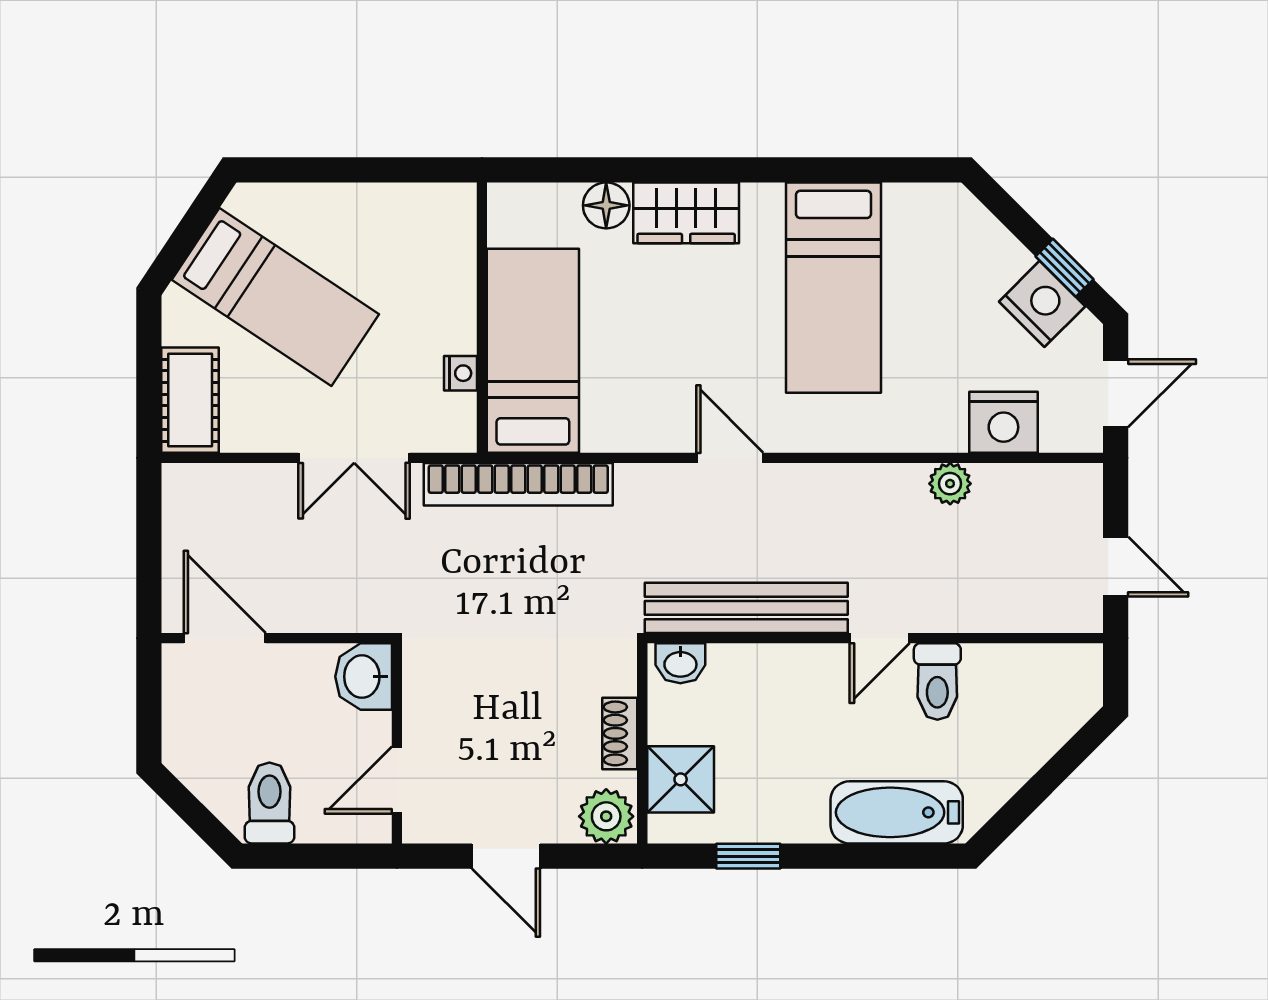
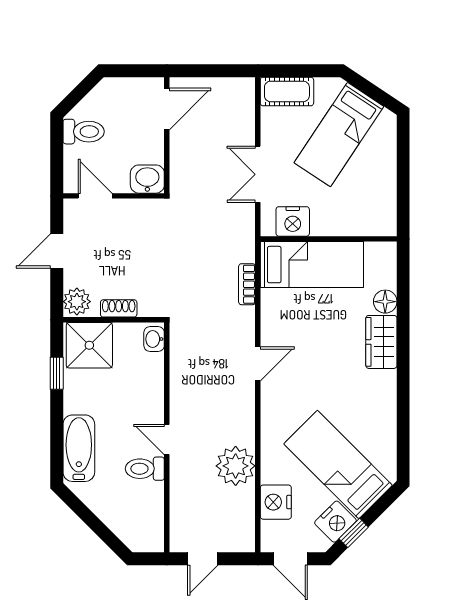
bed: (833, 288) -> (338, 464), moved, turned 45
nightstand: (461, 373) -> (293, 221), width x1.89, depth x1.79
bookcase: (518, 484) -> (247, 284), width x0.43, depth x0.76
plant: (950, 484) -> (236, 466), width x1.88, depth x1.88
bench: (746, 608) -> (182, 372), removed
shower: (681, 779) -> (89, 345), width x1.36, depth x1.36

